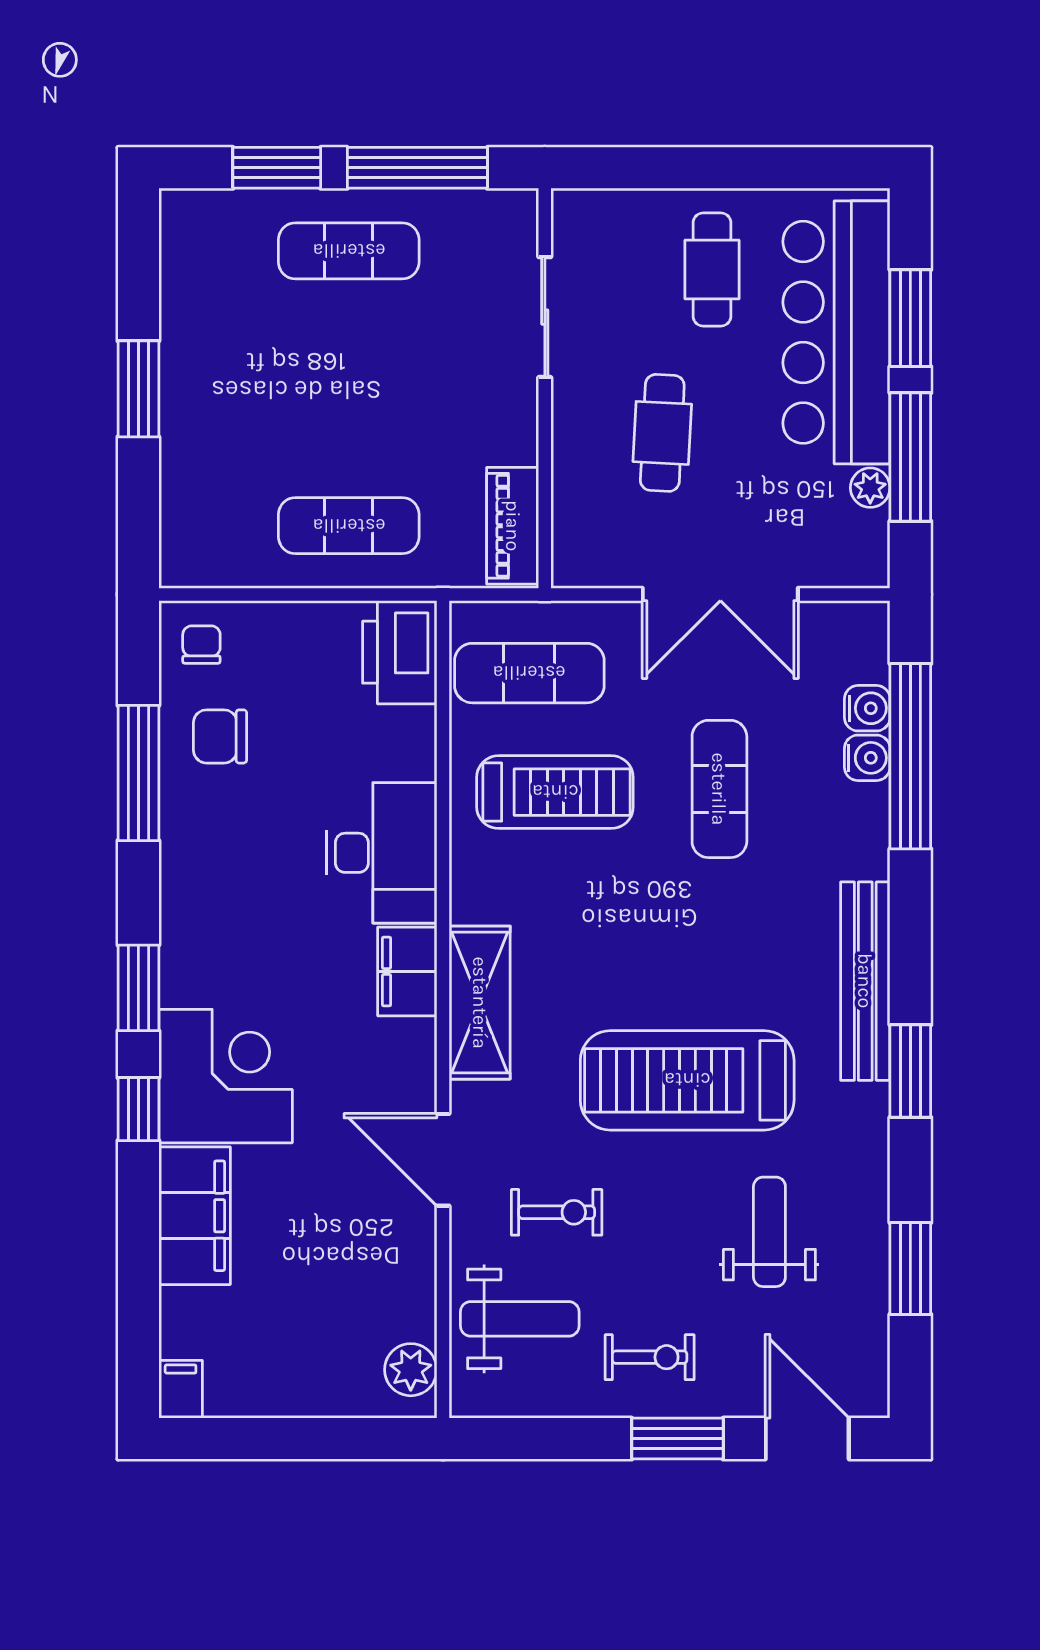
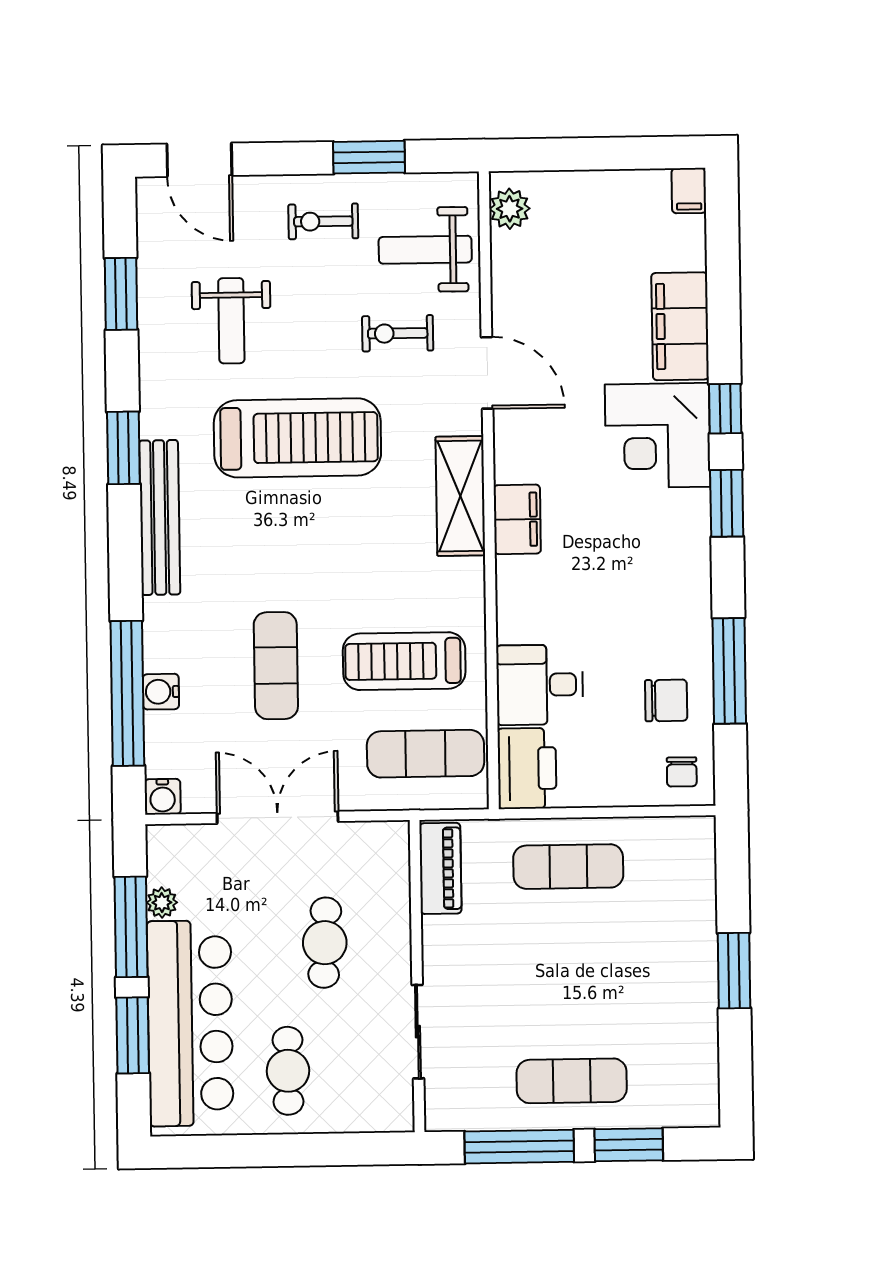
water cooler: (867, 708) -> (163, 797), moved, turned -90
desk: (382, 853) -> (540, 685), moved, width x0.73
window: (677, 1439) -> (369, 157), moved

